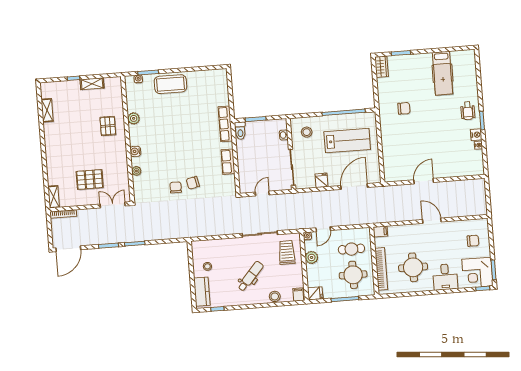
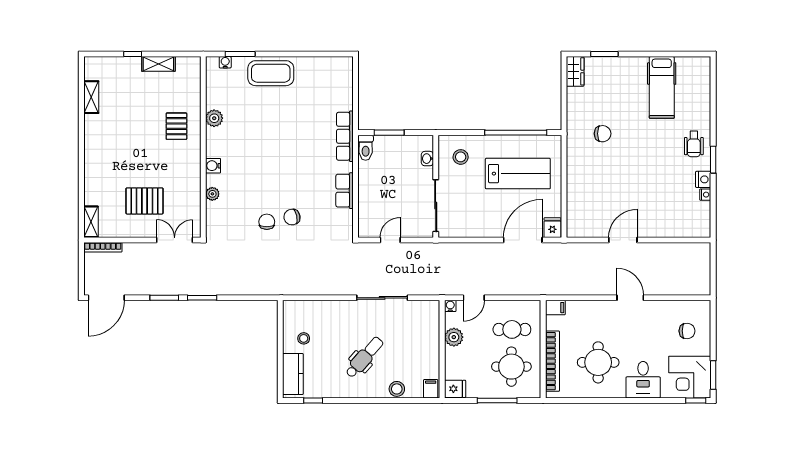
fridge: (321, 180) -> (552, 228), moved
trolley: (287, 252) -> (419, 327), removed

